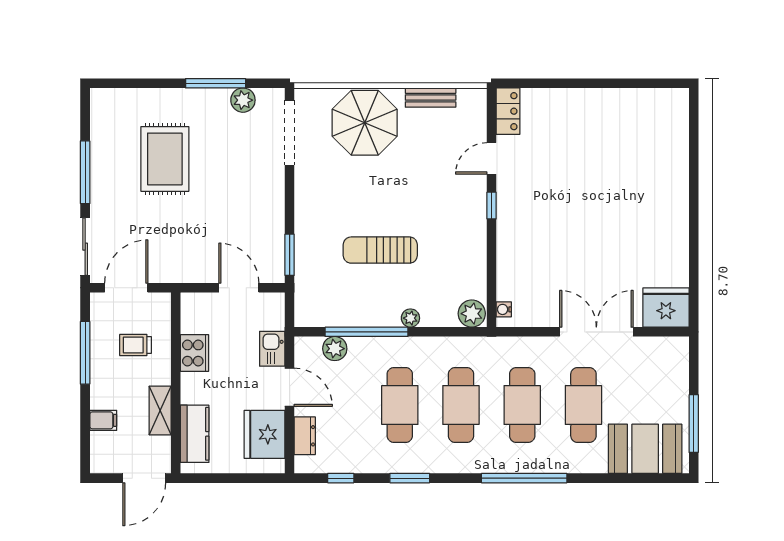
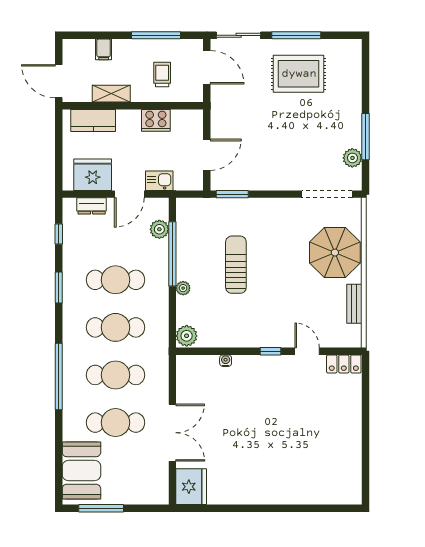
rug: (165, 159) -> (299, 74), moved
water cooler: (504, 309) -> (226, 361), moved

